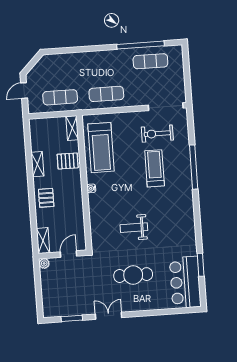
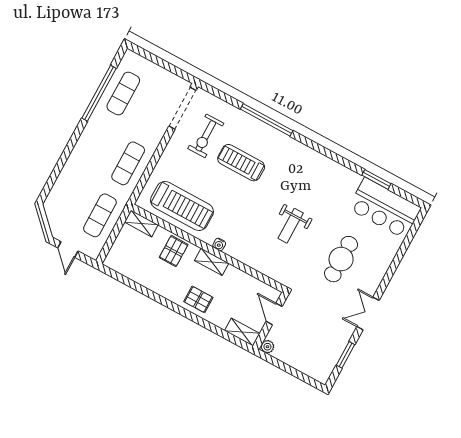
shelving: (37, 164) -> (212, 262), moved

